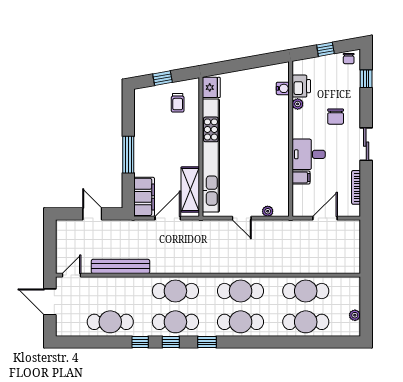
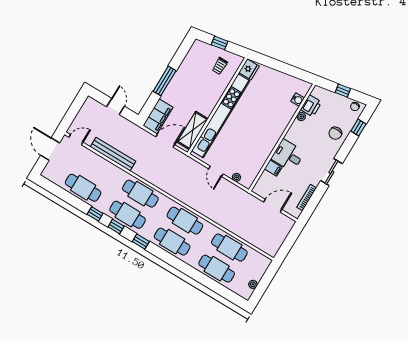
chair: (336, 117) -> (335, 133), moved

